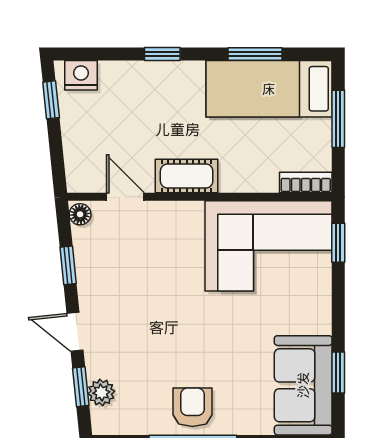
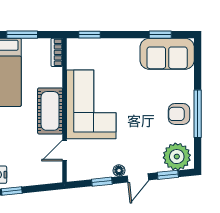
cot: (187, 176) -> (50, 111), width x1.37, depth x1.34
floor lamp: (80, 214) -> (119, 171), moved
corner sofa: (269, 246) -> (91, 104), moved
plant: (101, 393) -> (177, 157), width x1.88, depth x1.88

